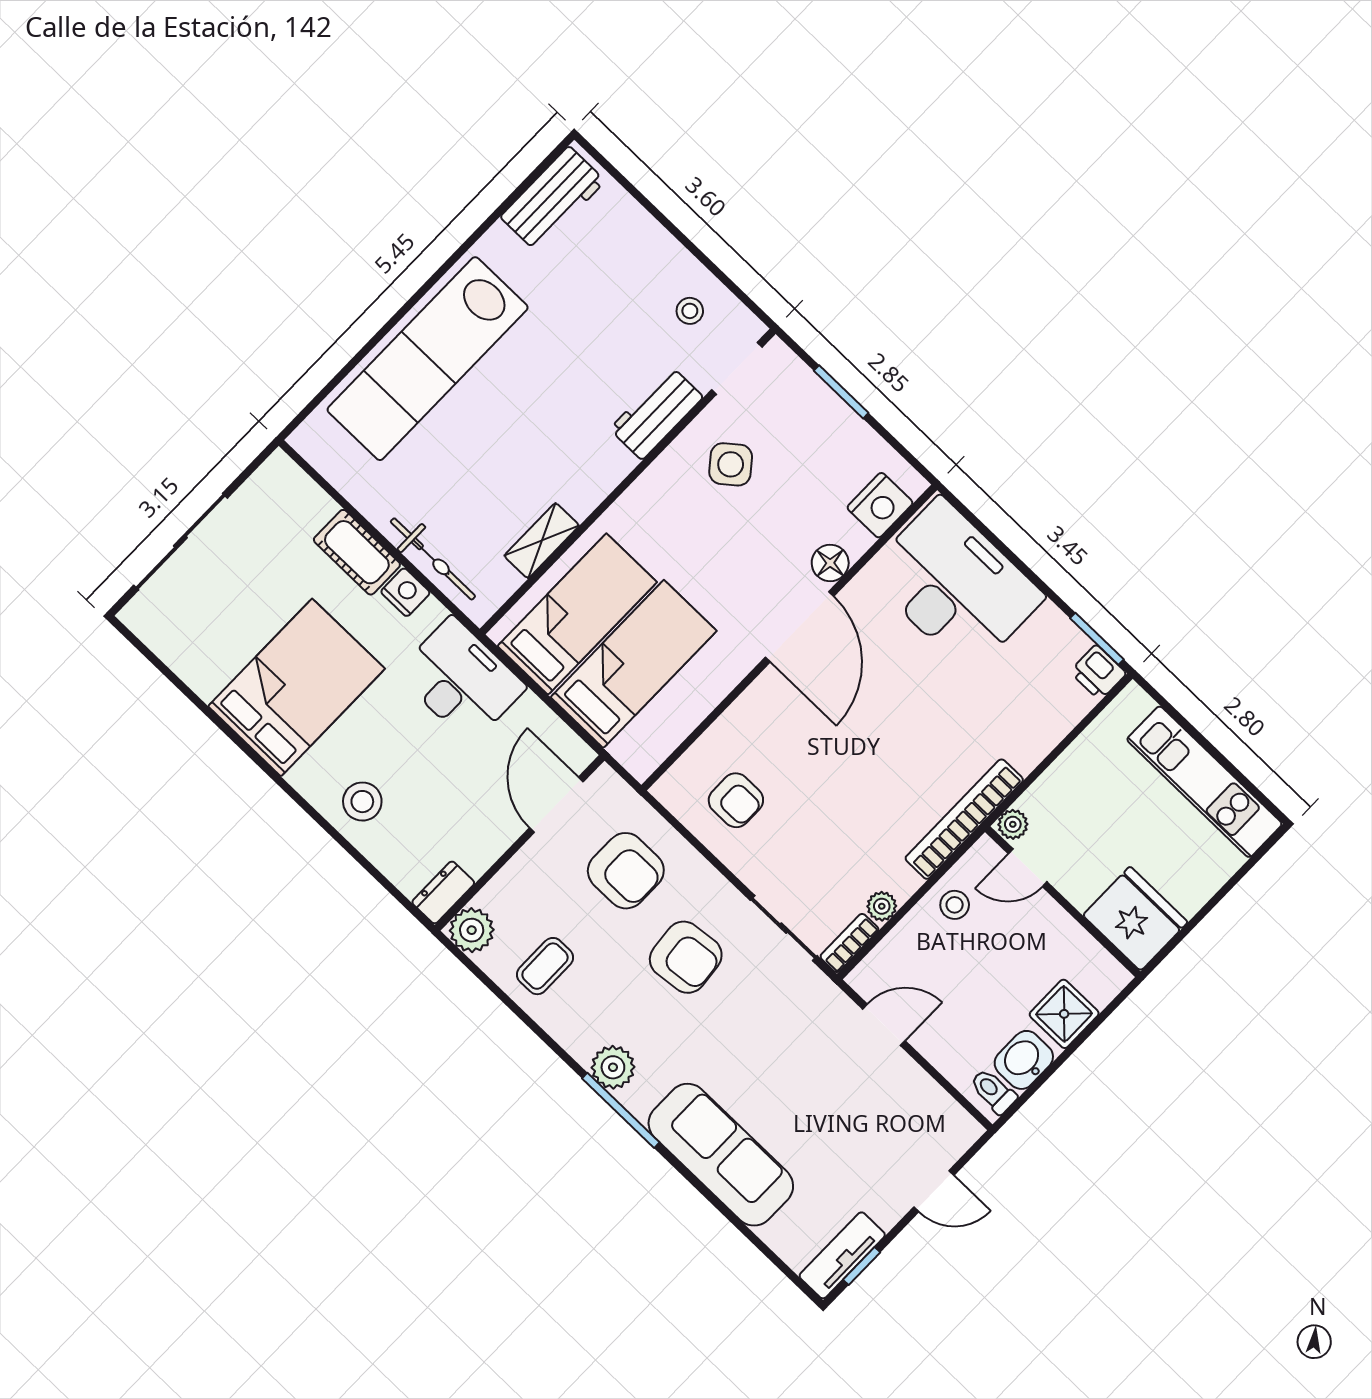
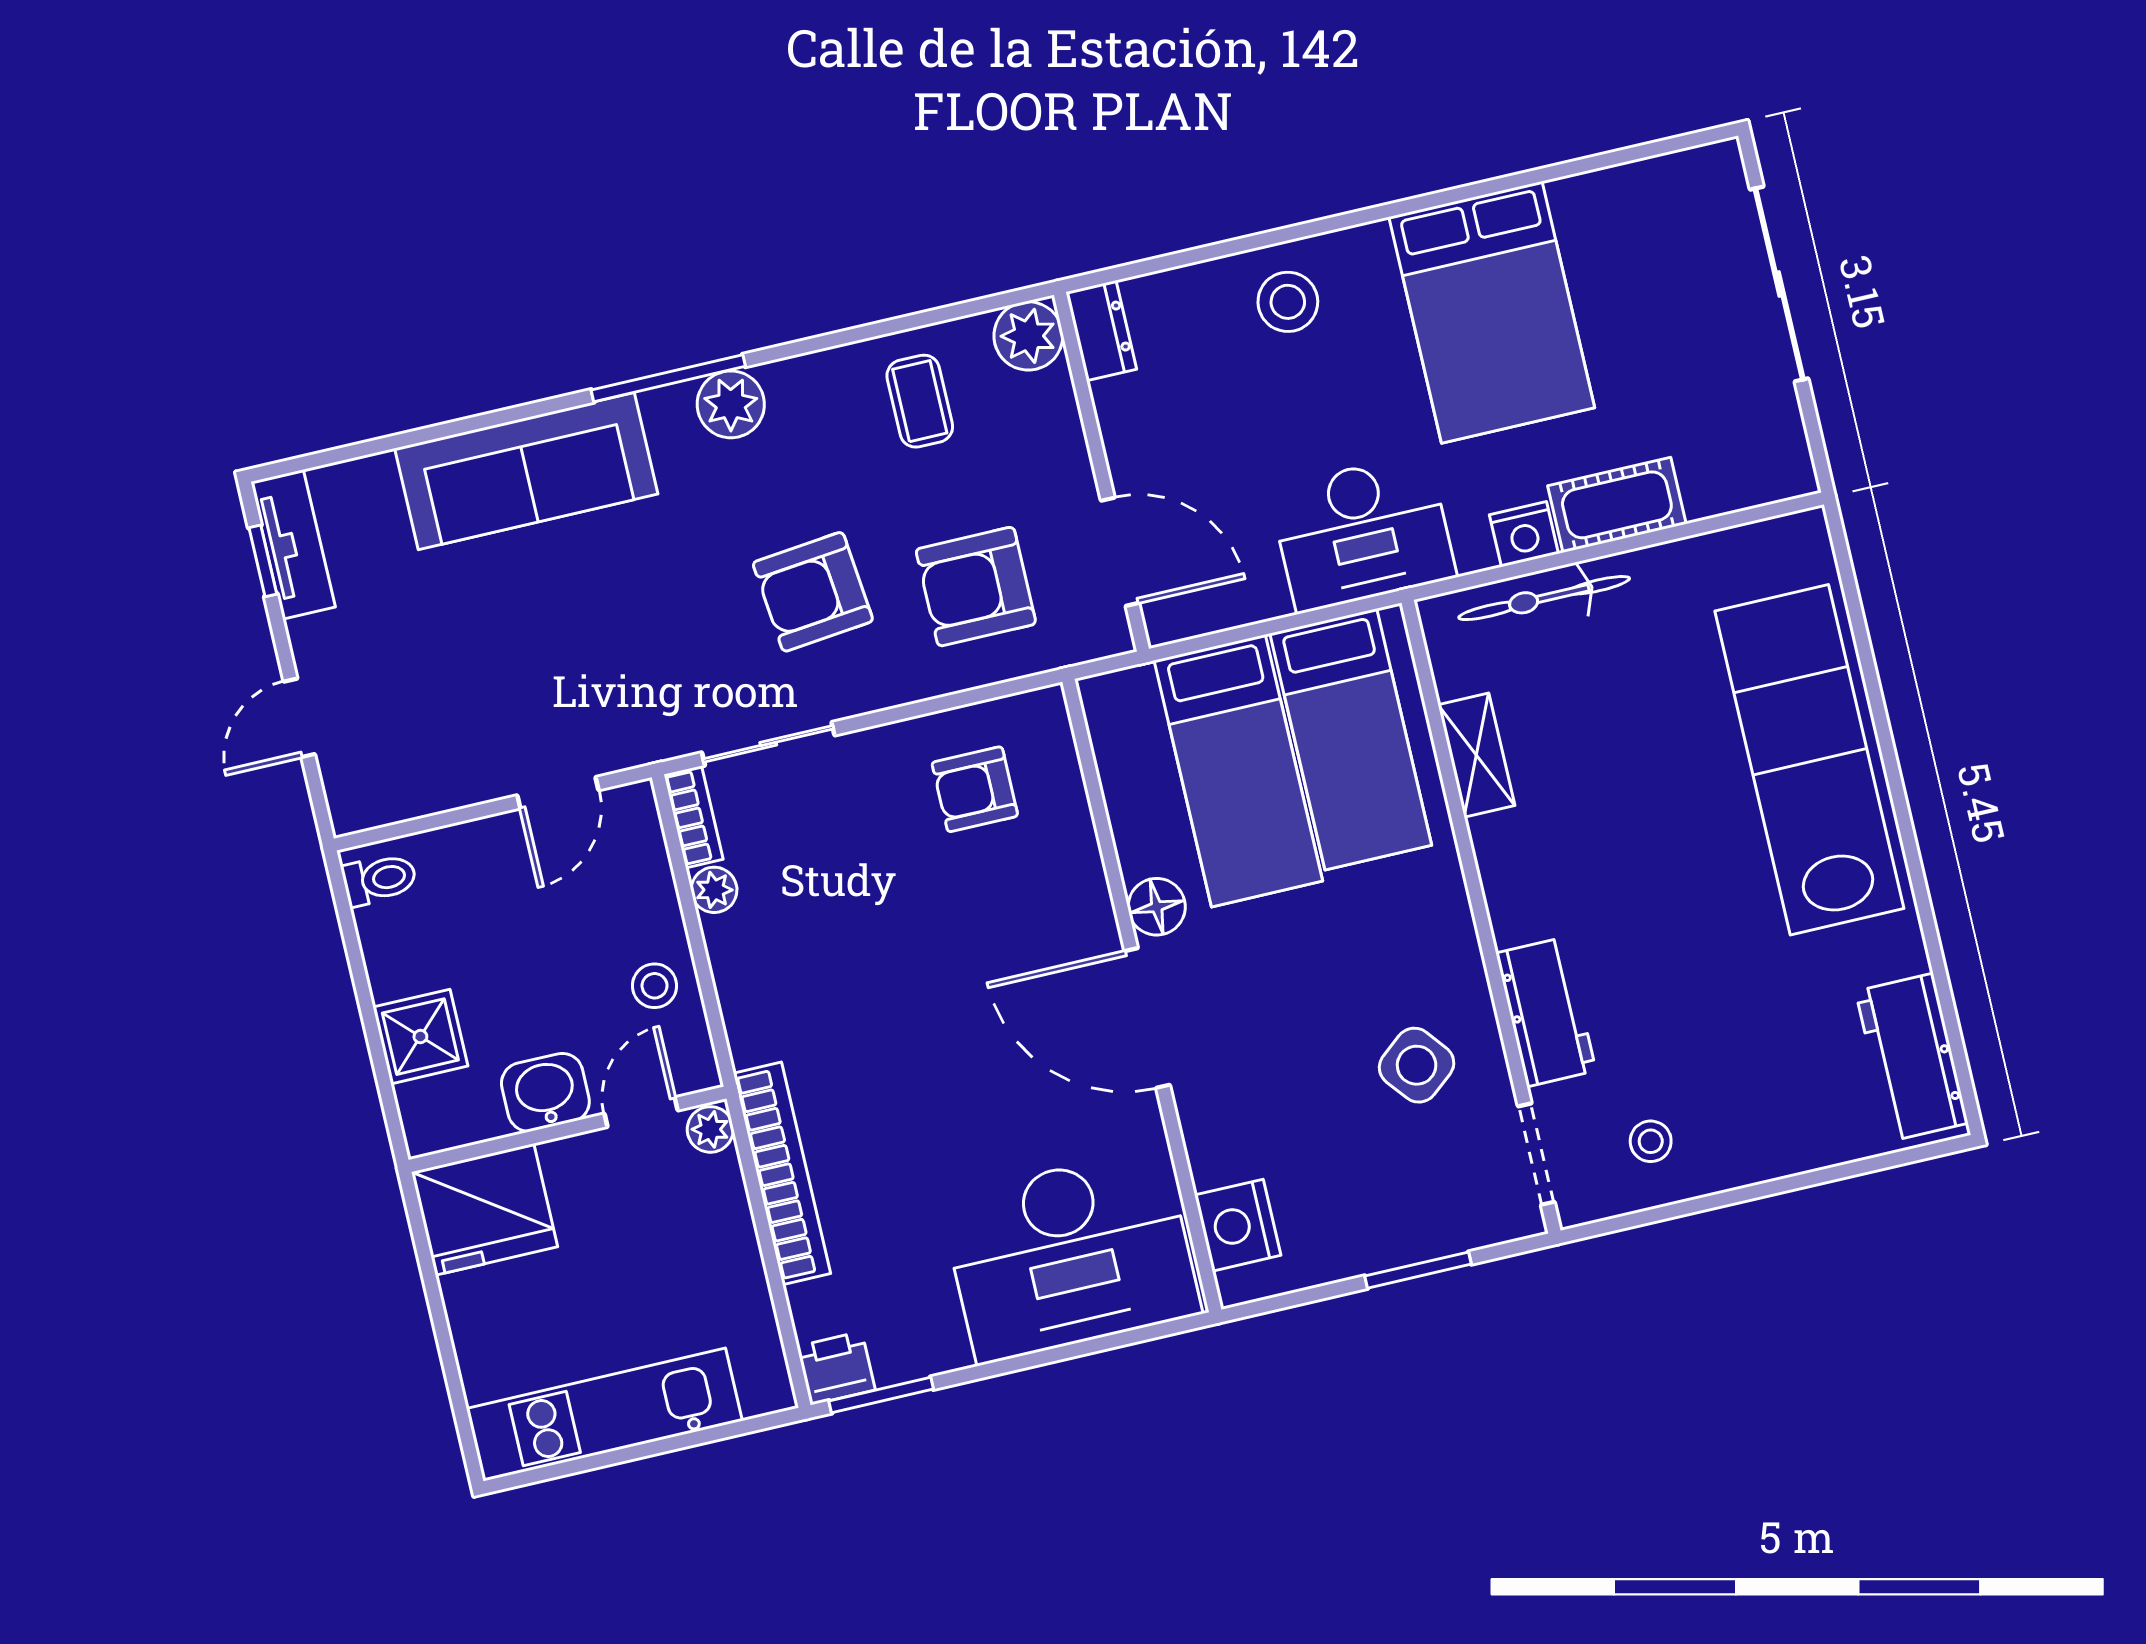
floor lamp: (830, 563) -> (1157, 907), moved
bookcase: (964, 819) -> (782, 1173), moved
washbasin: (1024, 1060) -> (545, 1092), moved, turned -90

